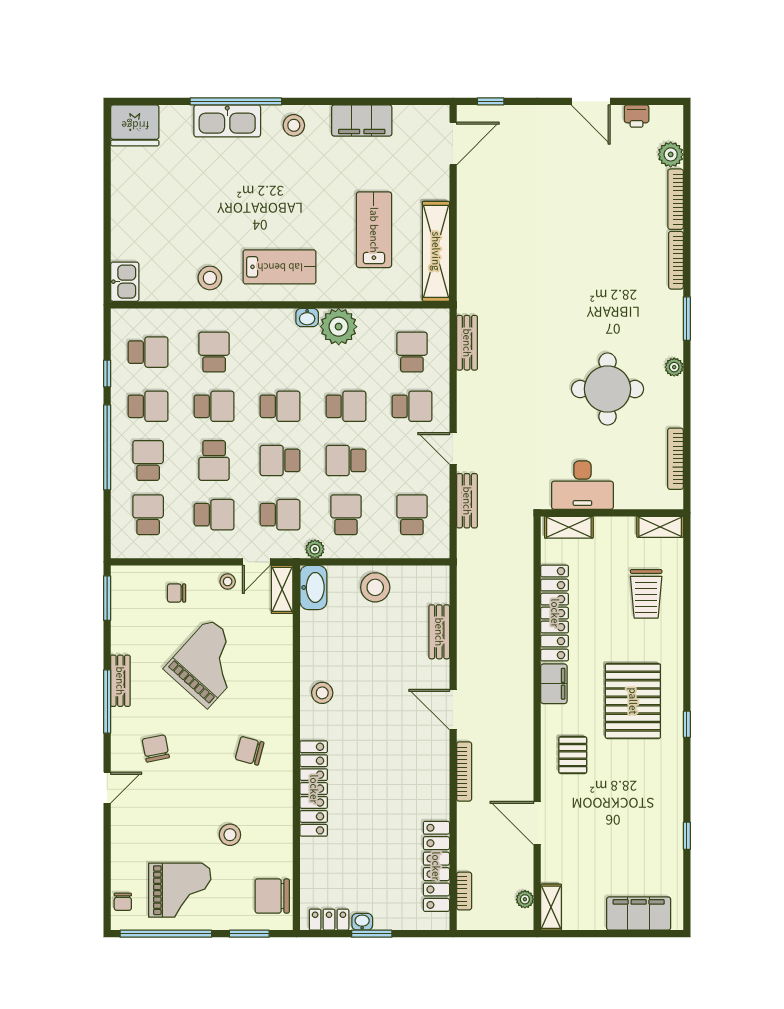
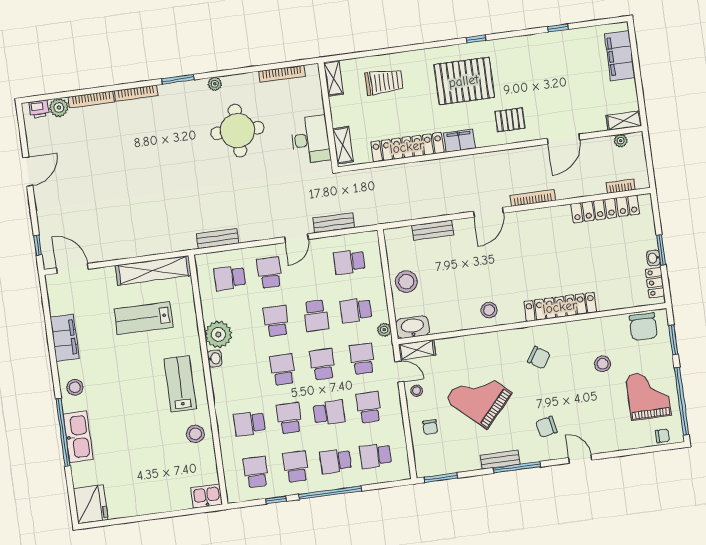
printer: (637, 116) -> (39, 109), moved, turned 90
school desk: (280, 460) -> (323, 364), turned 180
chair: (250, 751) -> (539, 358), turned -72

